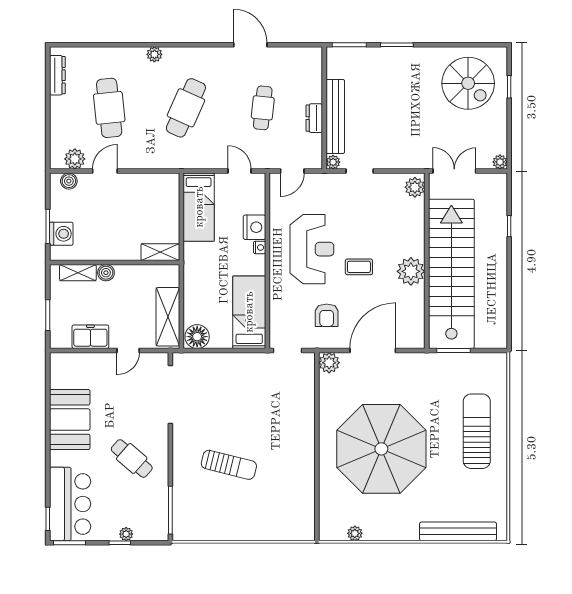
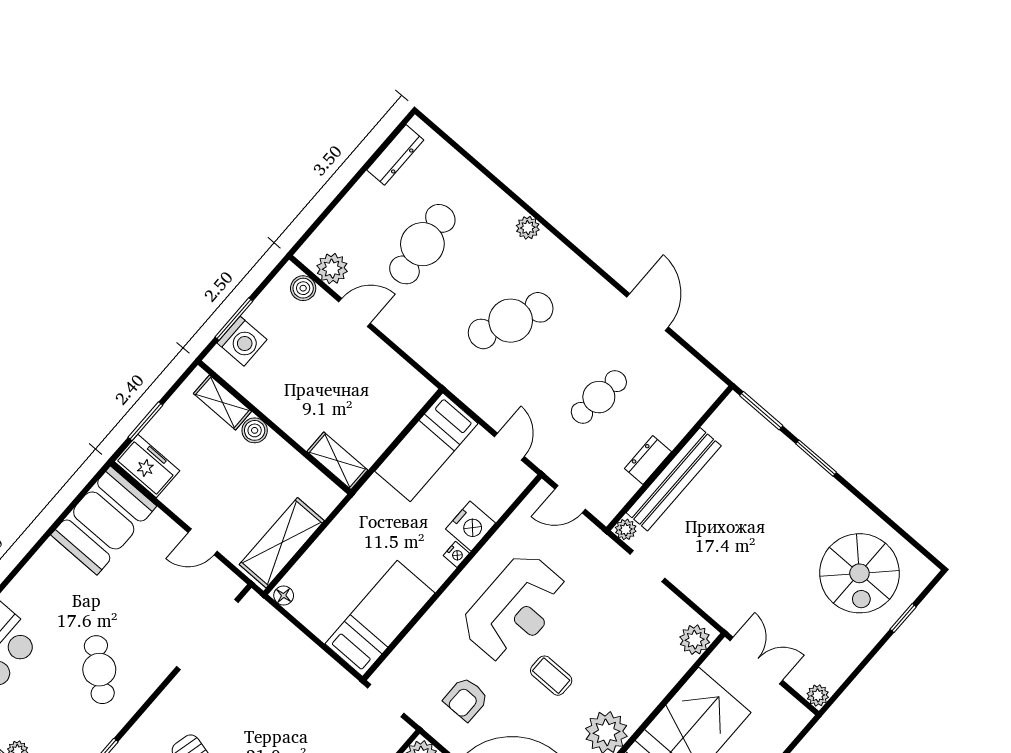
freezer: (90, 337) -> (147, 466), moved
floor lamp: (197, 337) -> (284, 595), width x0.53, depth x0.53
booth: (70, 420) -> (104, 520), moved

